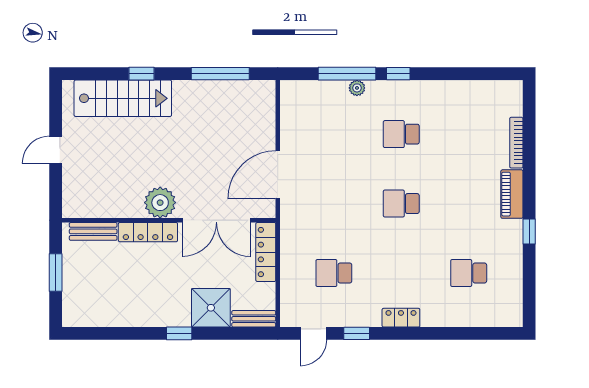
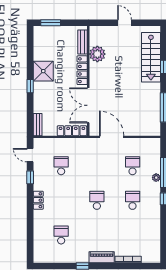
school desk: (334, 134) -> (133, 166), added
plant: (160, 203) -> (97, 54), moved
window: (56, 272) -> (51, 23), moved
shower: (211, 308) -> (43, 71), moved

